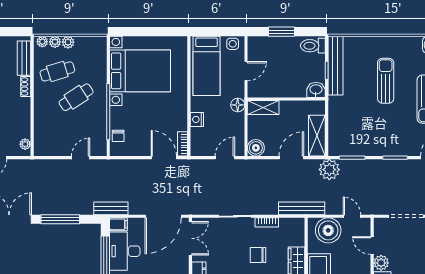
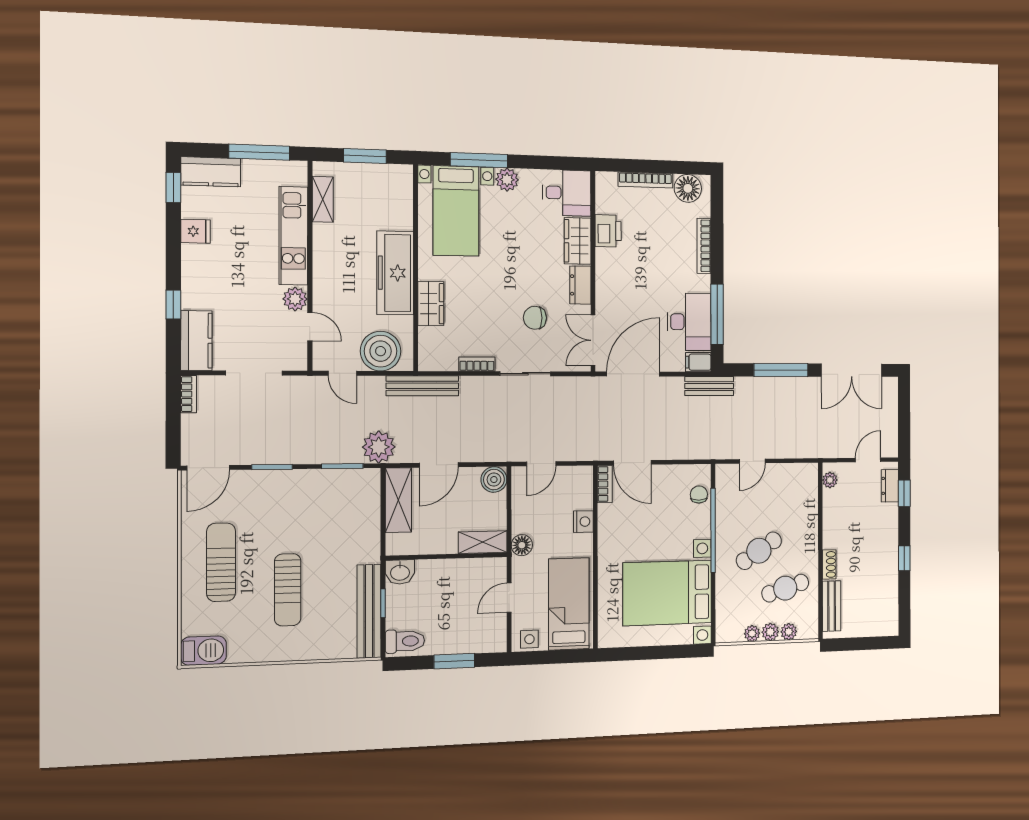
plant: (42, 42) -> (752, 633), moved
chair: (258, 255) -> (535, 318), moved, turned 180

